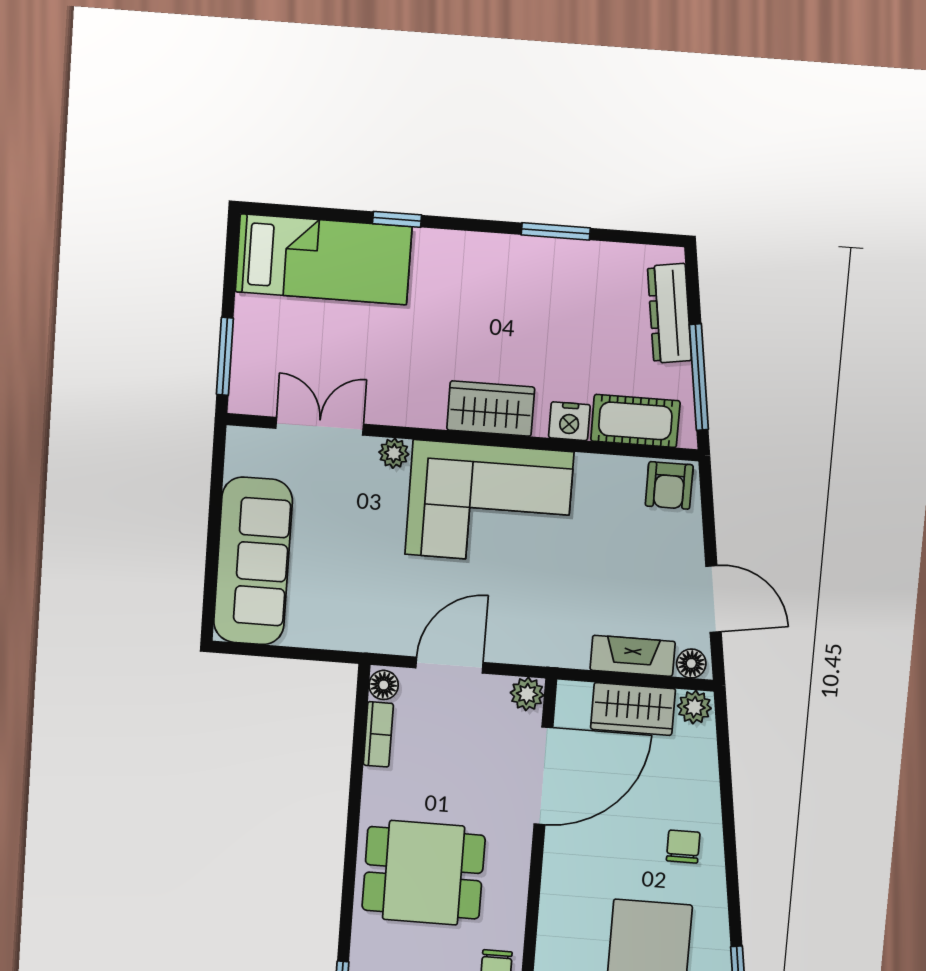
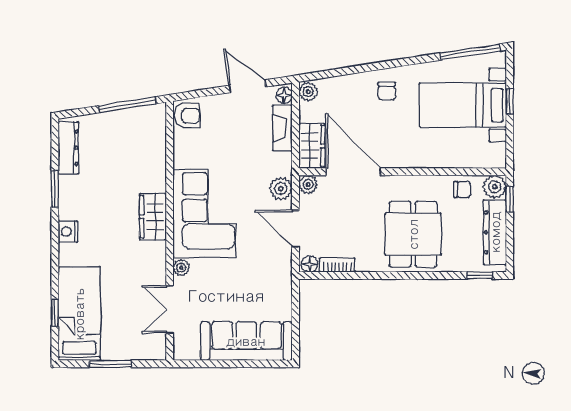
window: (397, 219) -> (55, 313), moved
dresser: (669, 313) -> (68, 148), moved, turned -81
window: (225, 356) -> (110, 364), moved
nightstand: (569, 421) -> (68, 232), moved, turned 180
cot: (635, 421) -> (154, 137), removed
door: (714, 599) -> (248, 86), hinge flipped
plant: (524, 644) -> (281, 188), added
wardrobe: (633, 709) -> (312, 146), moved
chair: (683, 847) -> (387, 91), turned -90

